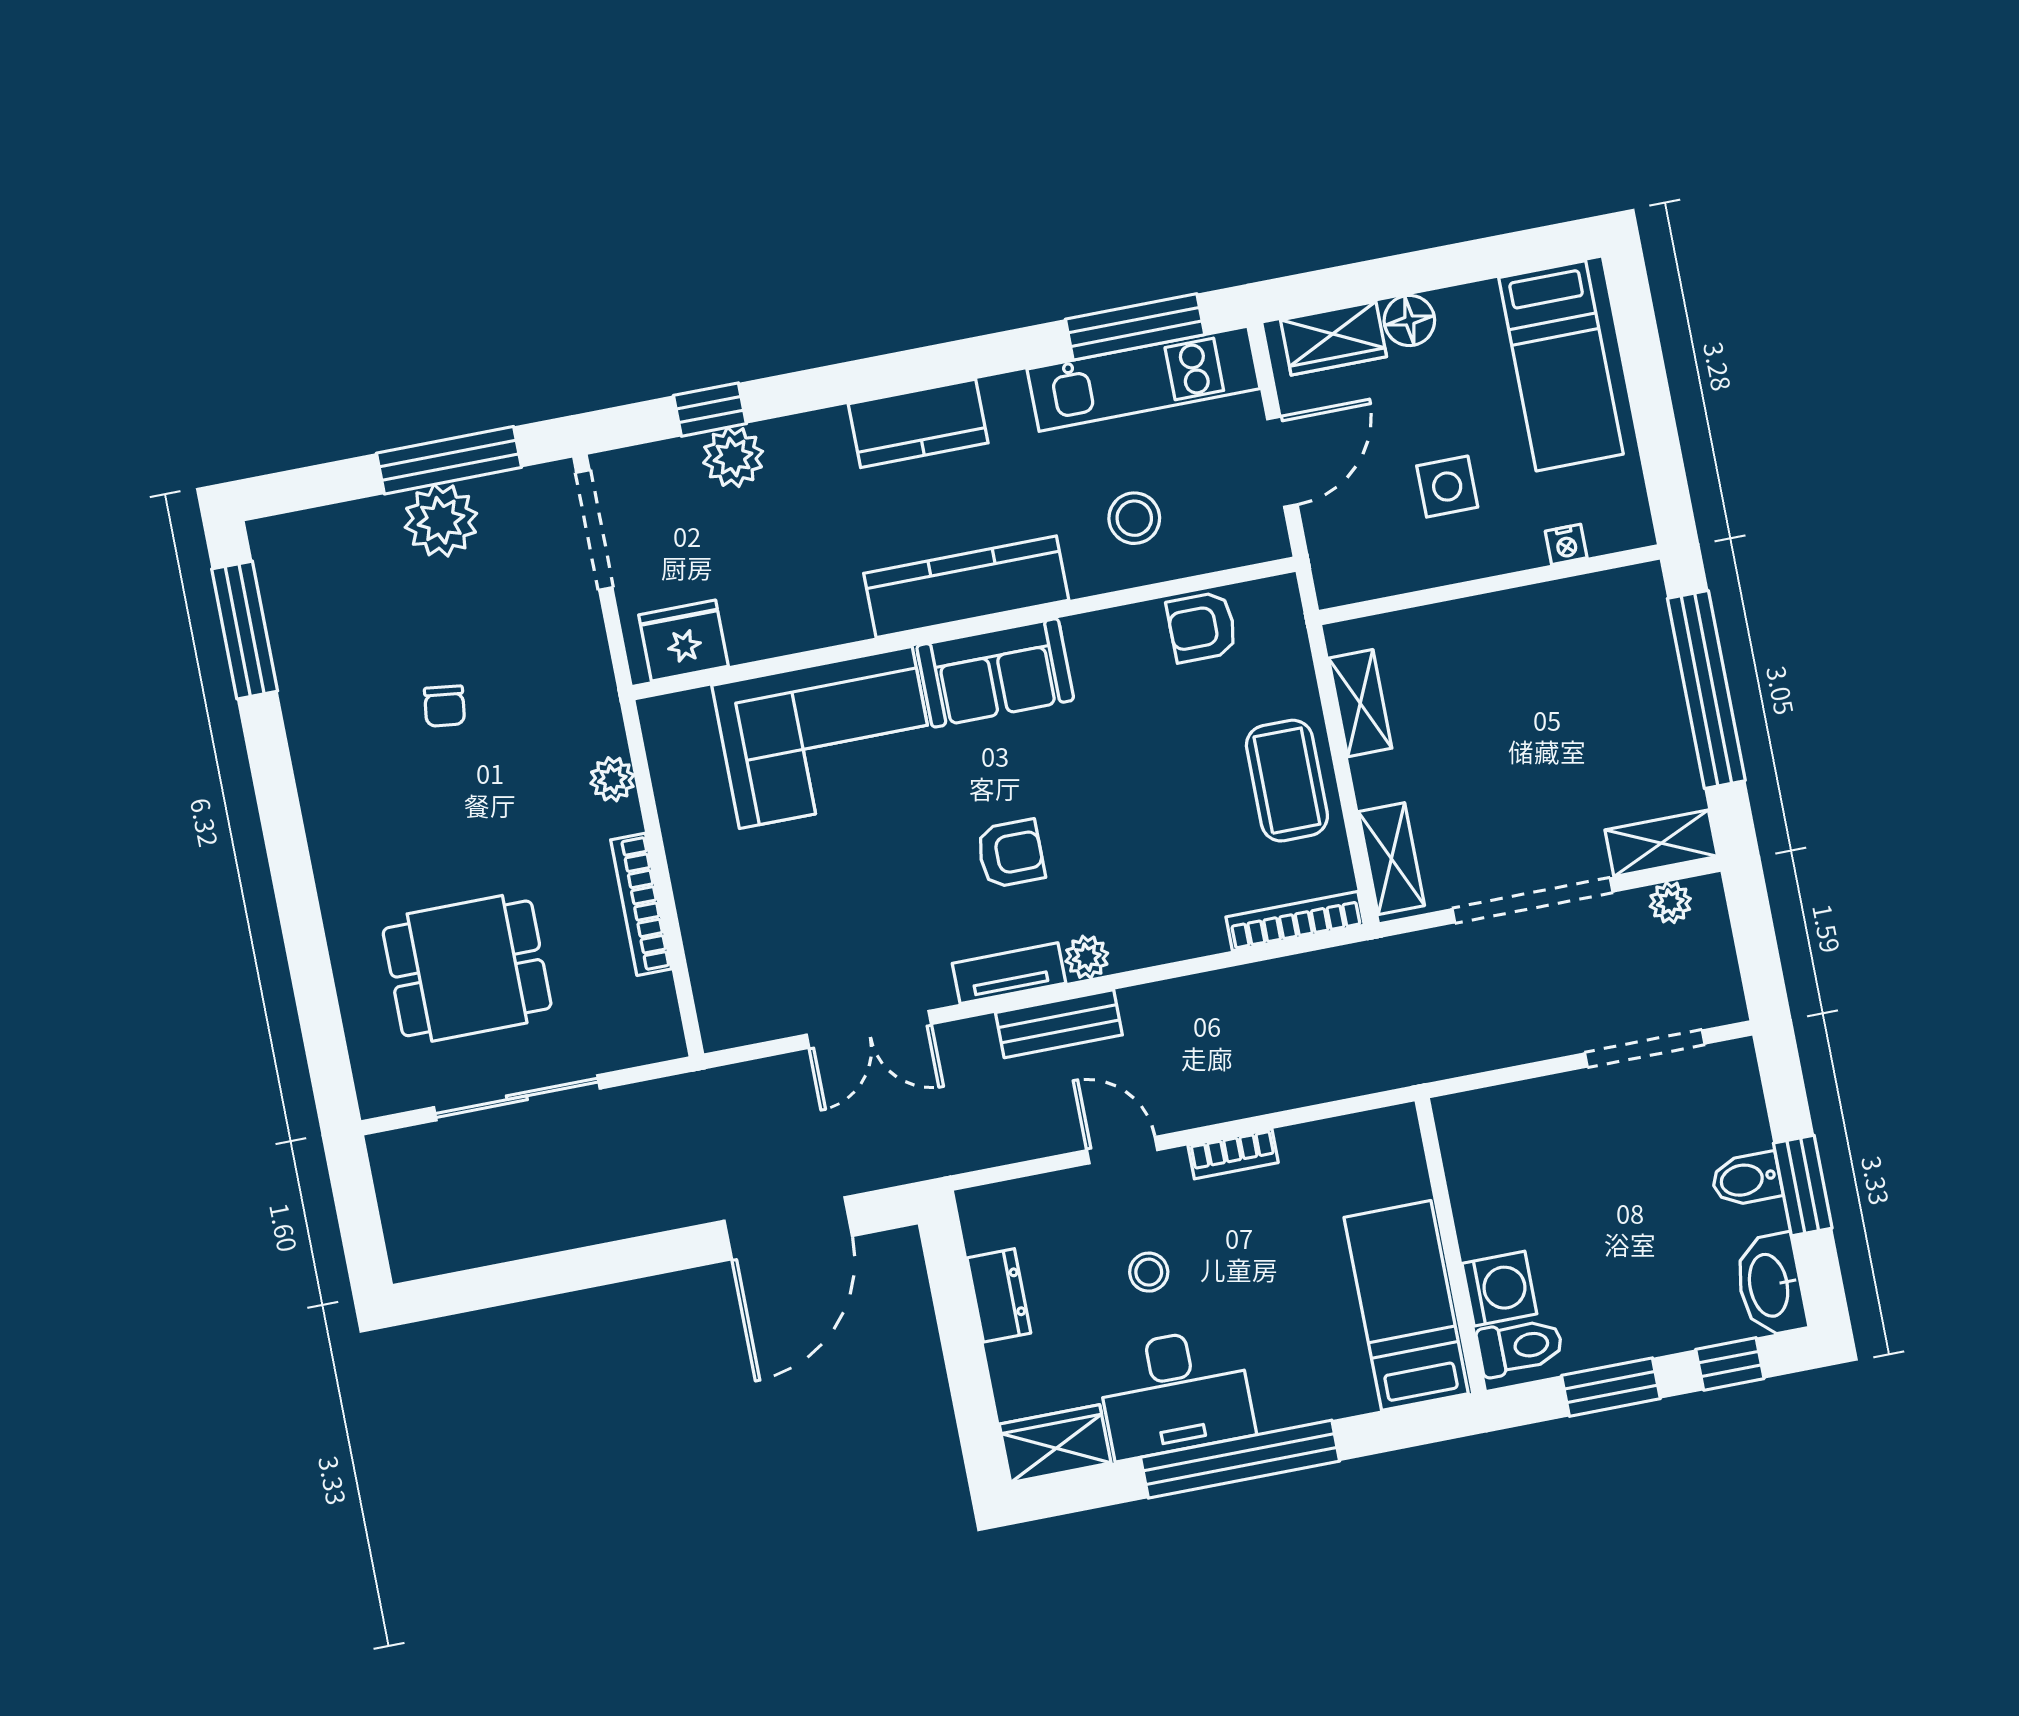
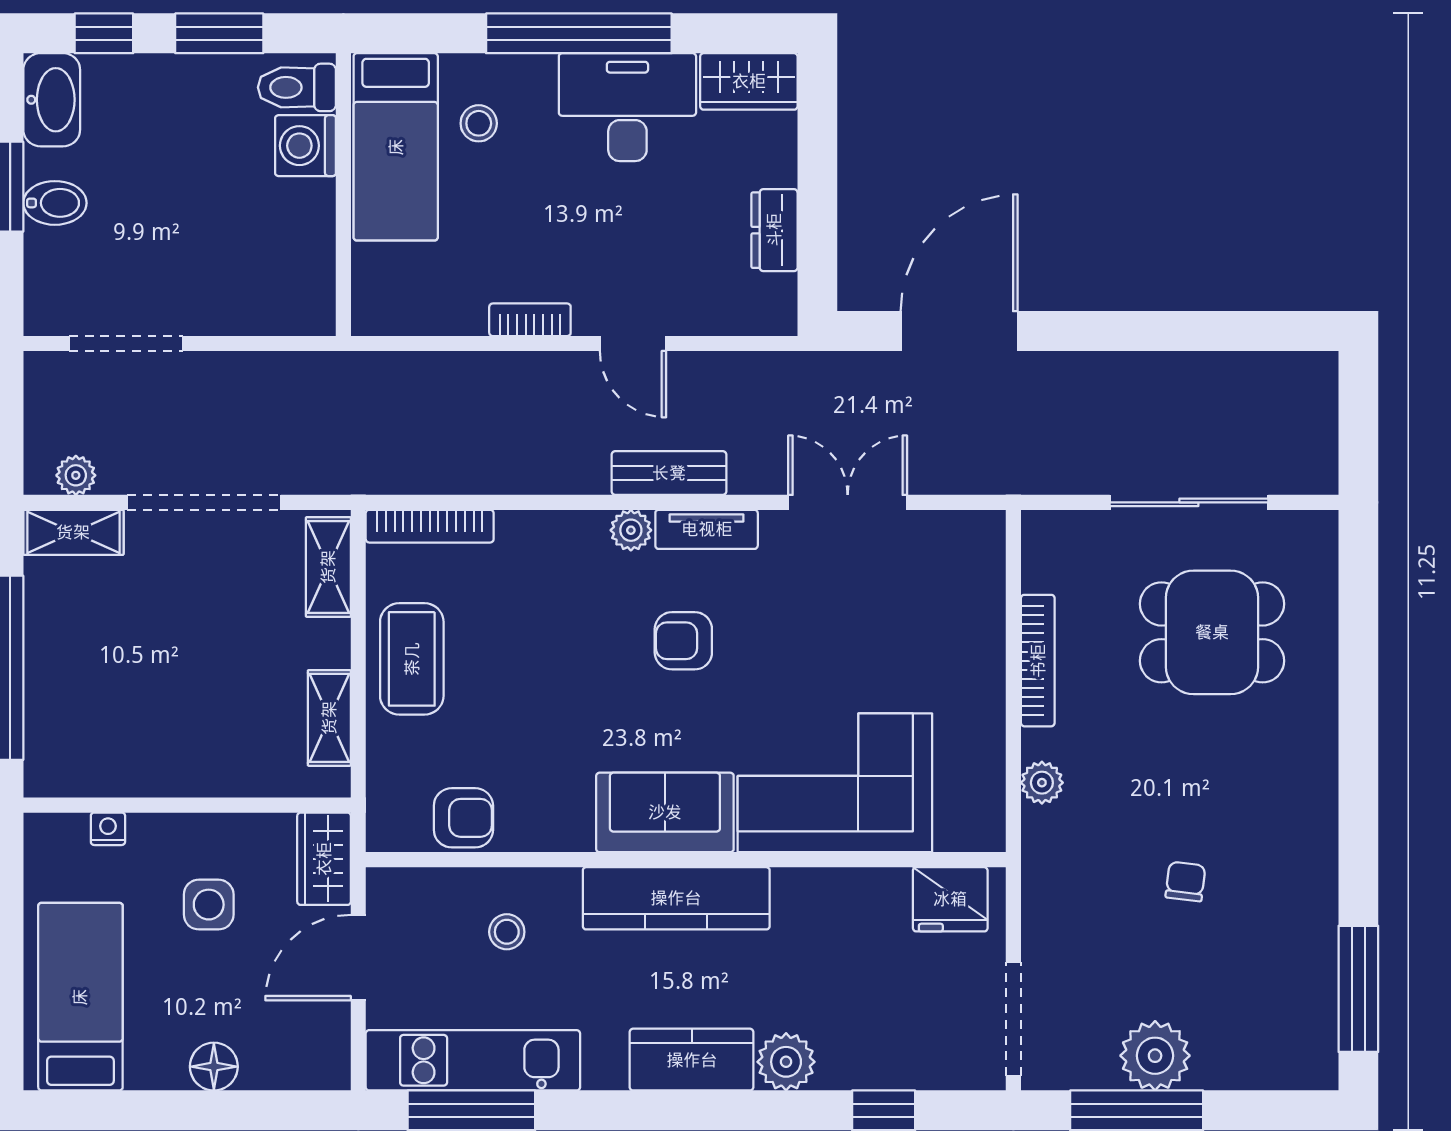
wardrobe: (1334, 338) -> (324, 859), moved, turned -90
plant: (733, 457) -> (786, 1062), moved
stool: (1134, 518) -> (507, 932), width x0.73, depth x0.73
stool: (1149, 1272) -> (479, 123), moved

